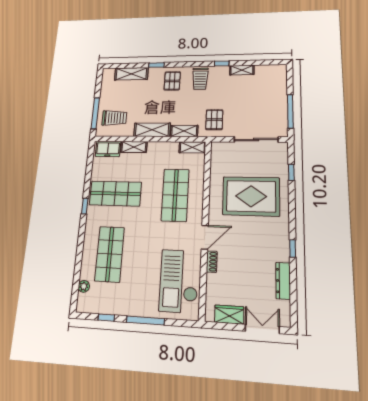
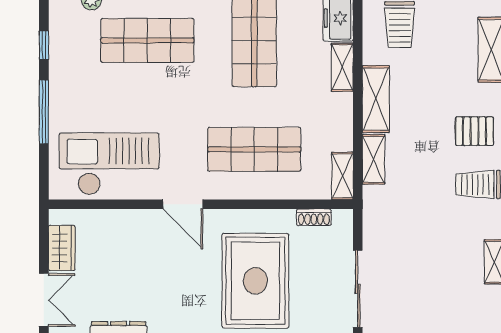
pallet: (214, 120) -> (395, 214), removed
shoe rack: (212, 262) -> (314, 217), moved

